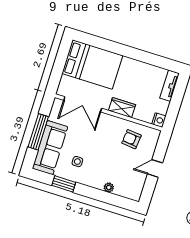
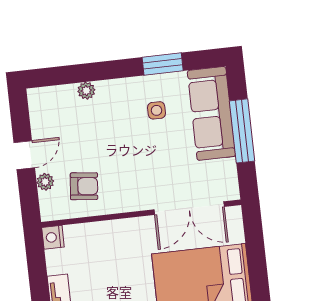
double door: (83, 104) -> (189, 208), swing flipped
wardrobe: (122, 108) -> (122, 231), removed
plant: (150, 150) -> (45, 182), added

